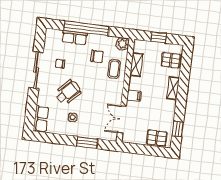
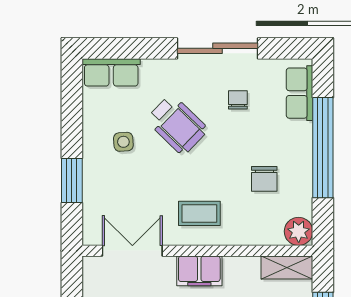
row of seats: (75, 38) -> (300, 93), moved
shelving: (136, 65) -> (287, 267), moved
coffee table: (114, 69) -> (199, 213), moved
filing cabinet: (134, 96) -> (199, 271), width x2.00

